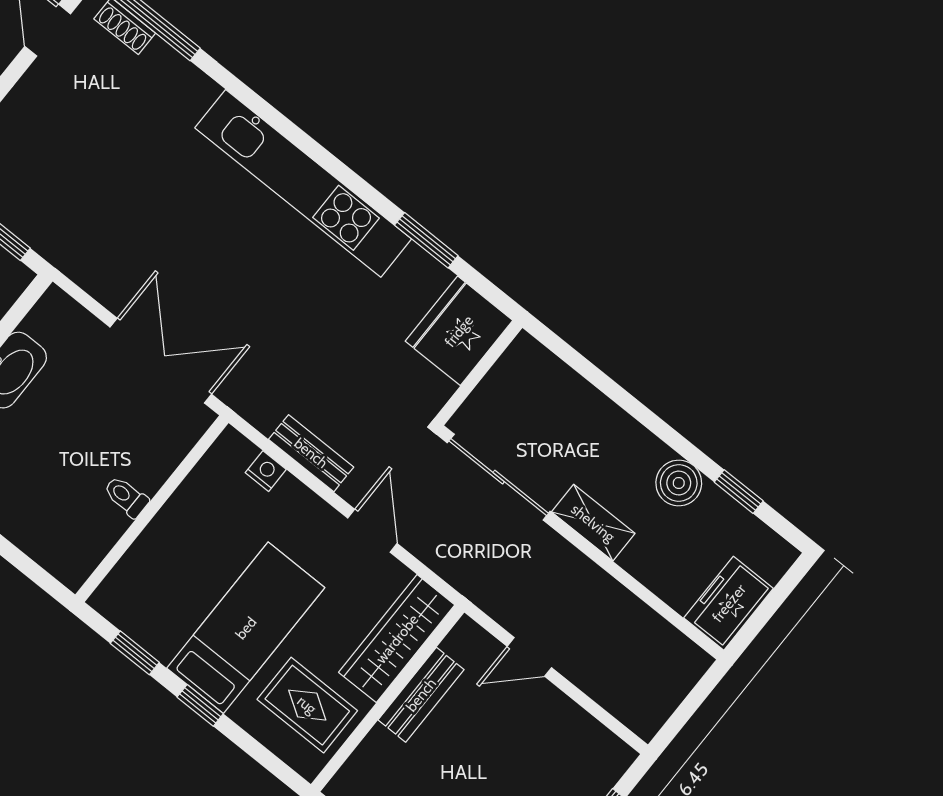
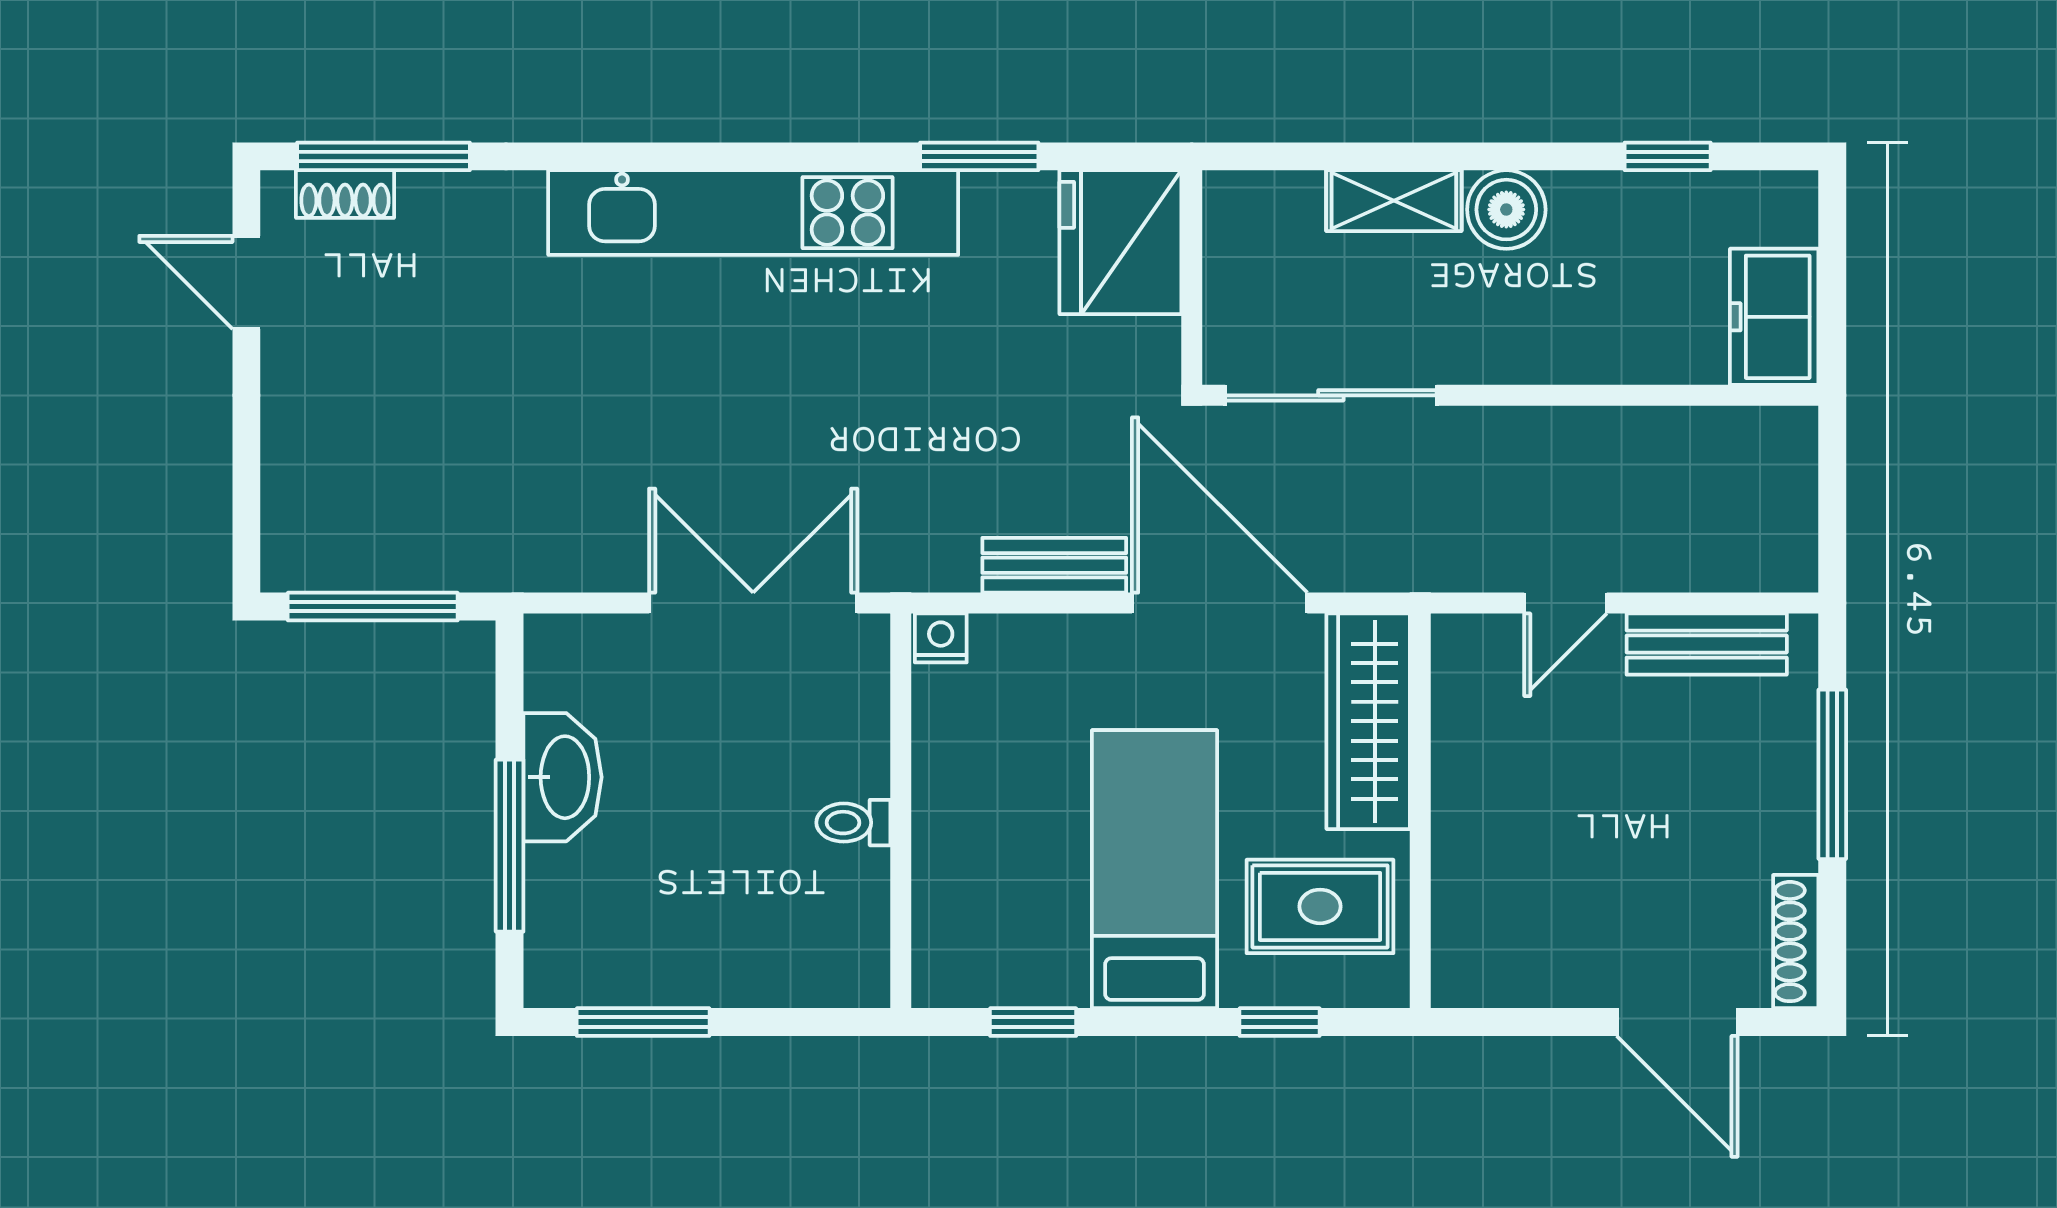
nightstand: (266, 471) -> (941, 638), moved
boiler: (679, 483) -> (1506, 210), moved
shelving: (593, 523) -> (1394, 201), moved
door: (372, 531) -> (1220, 603), width x1.88
bench: (421, 695) -> (1707, 644), moved, turned 90
window: (200, 705) -> (1280, 1022), moved

